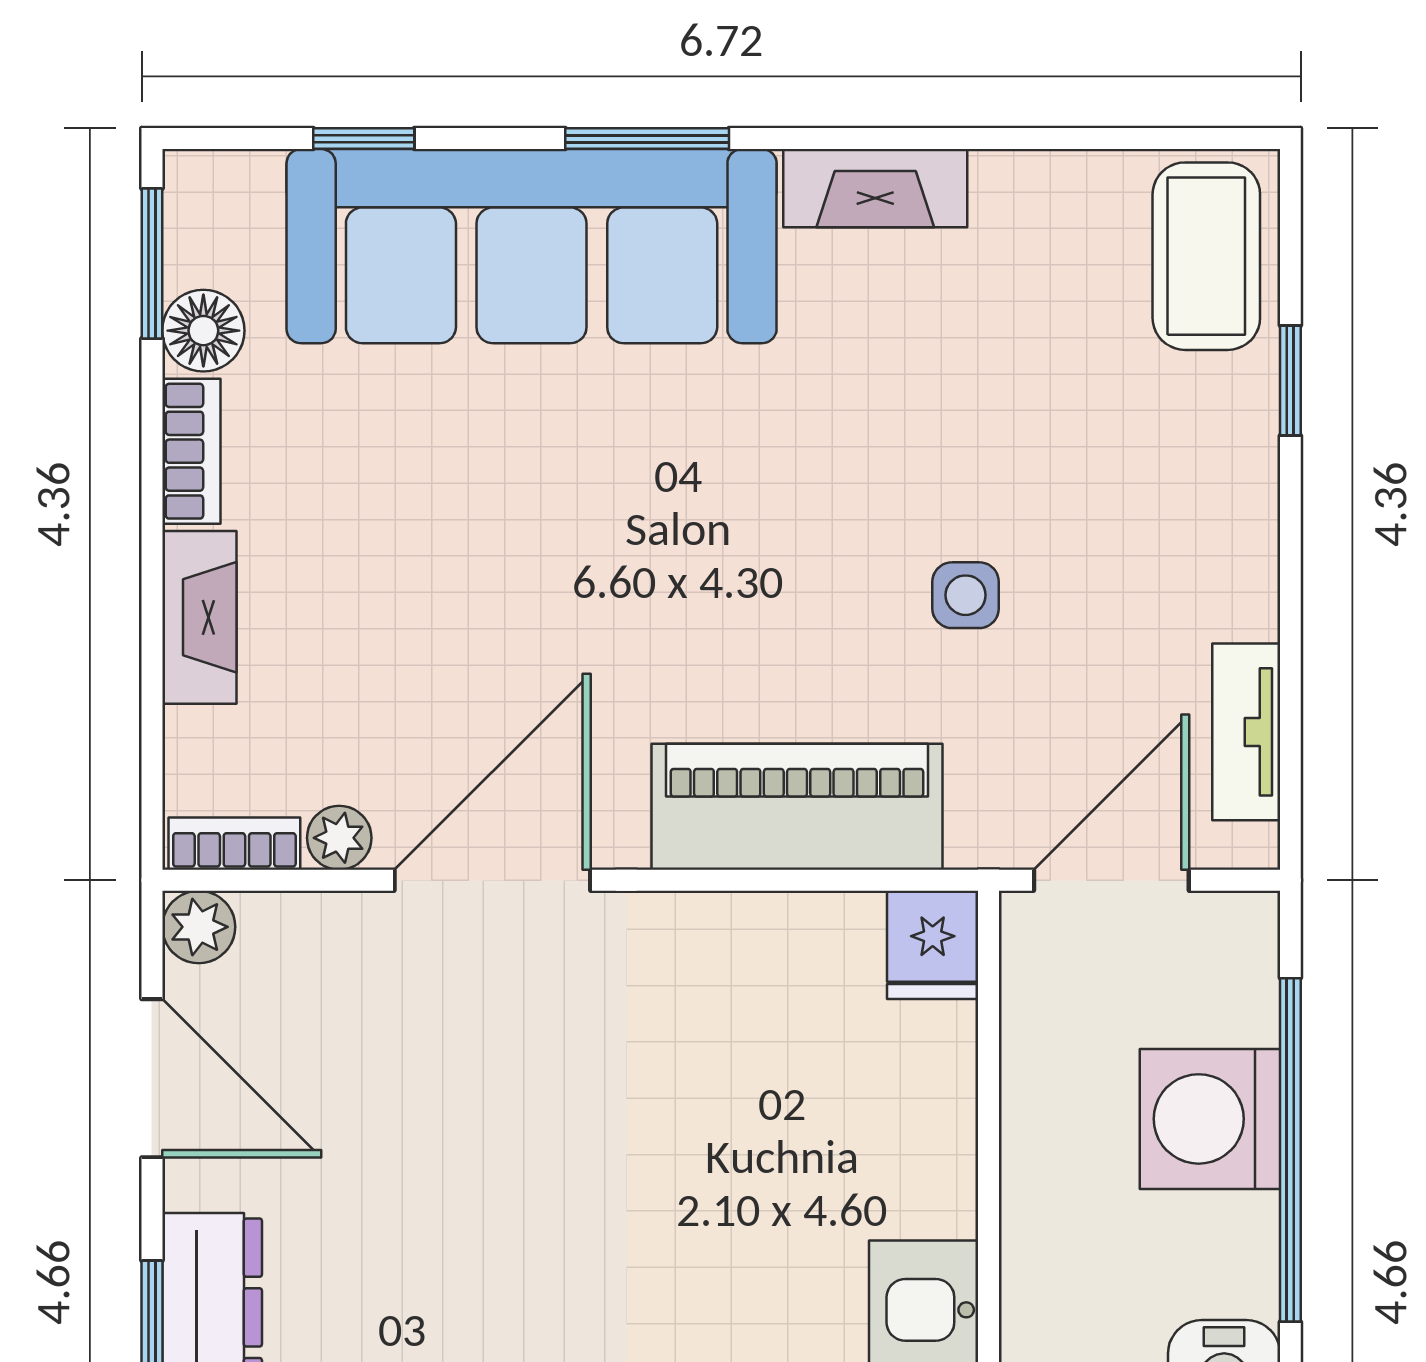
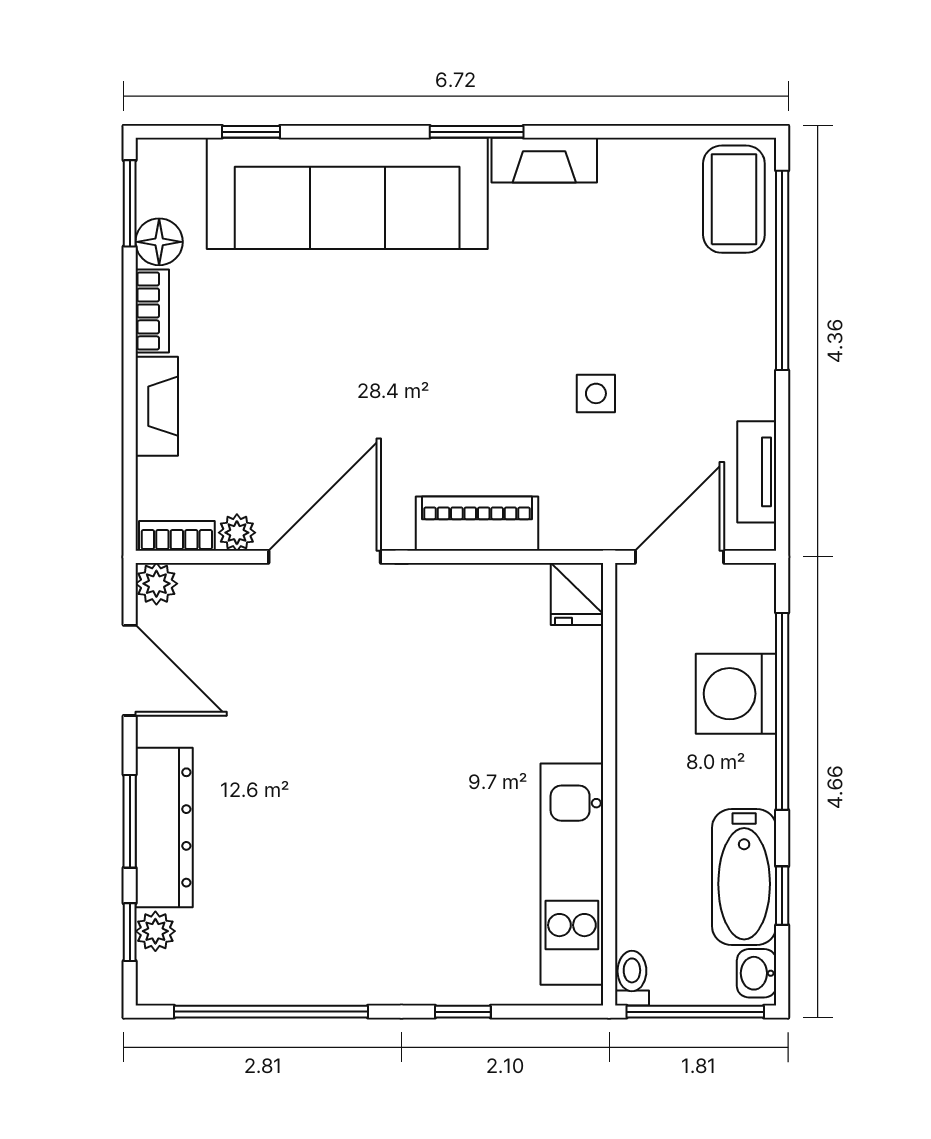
window: (647, 139) -> (477, 132), moved
window: (1290, 380) -> (782, 270), width x3.17
piano: (797, 807) -> (477, 524), width x0.73, depth x0.75

